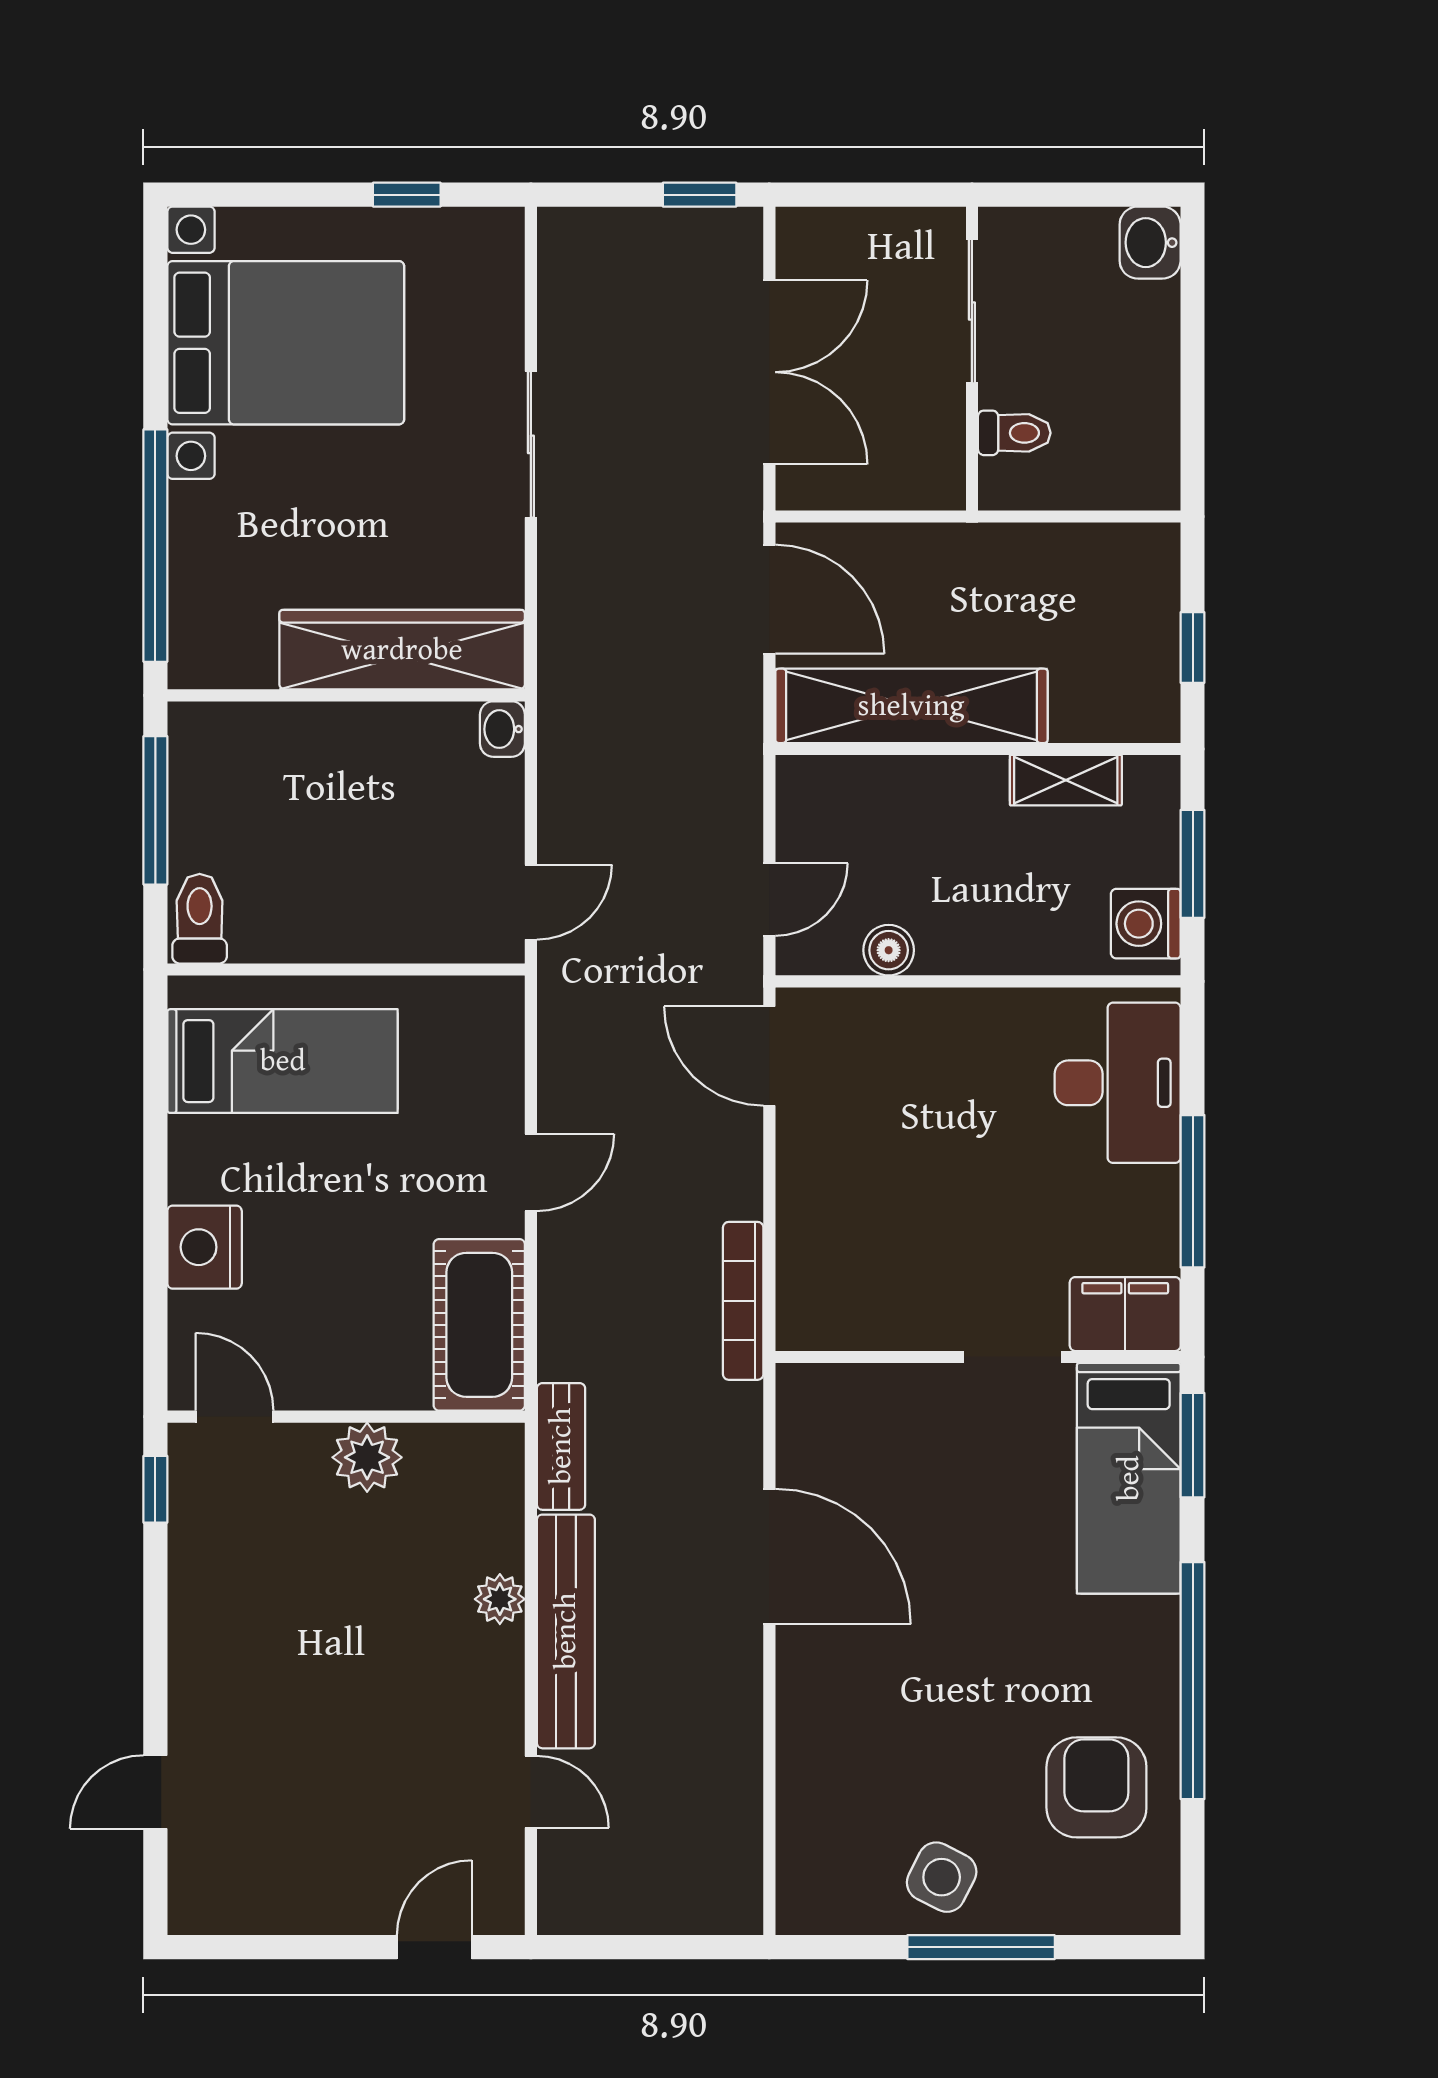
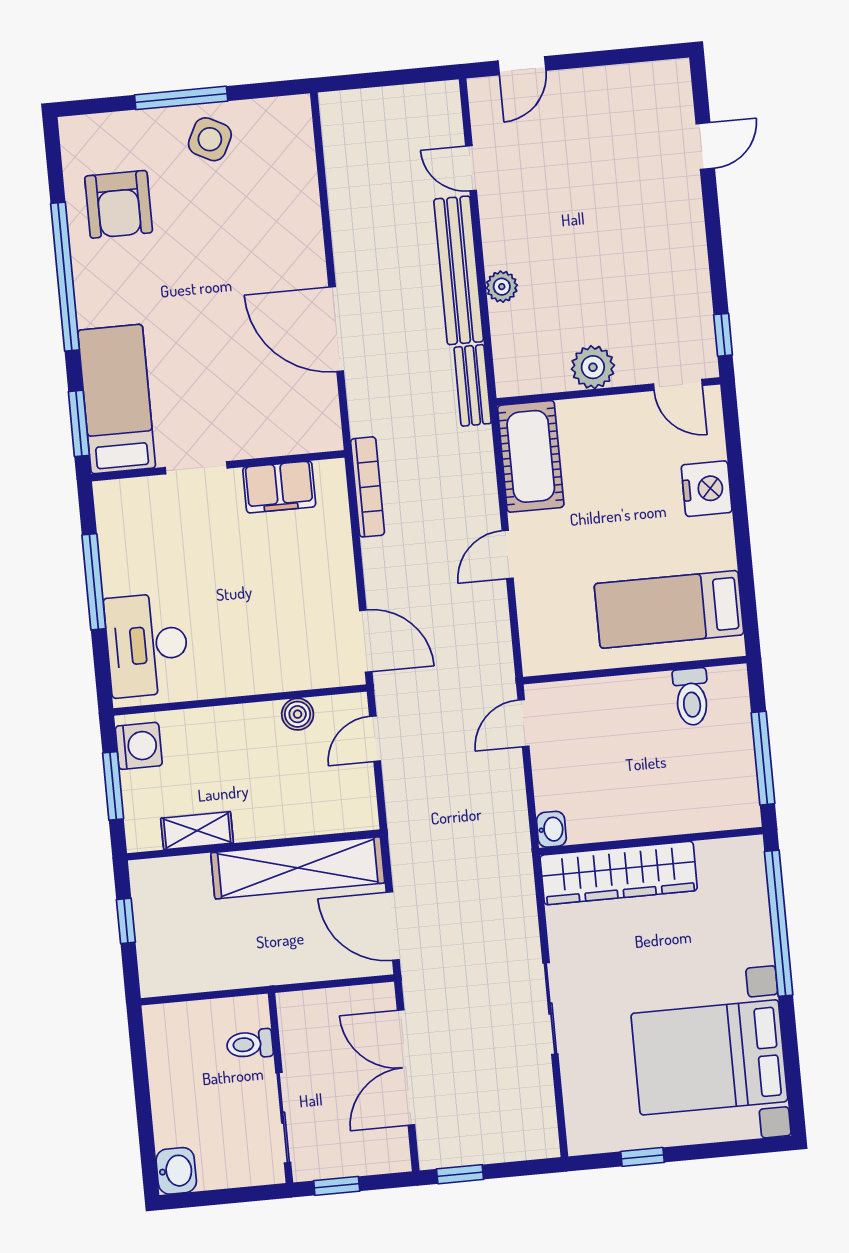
window: (897, 195) -> (337, 1186), added
toilet: (200, 919) -> (691, 697), moved
filing cabinet: (1125, 1314) -> (279, 487), moved

